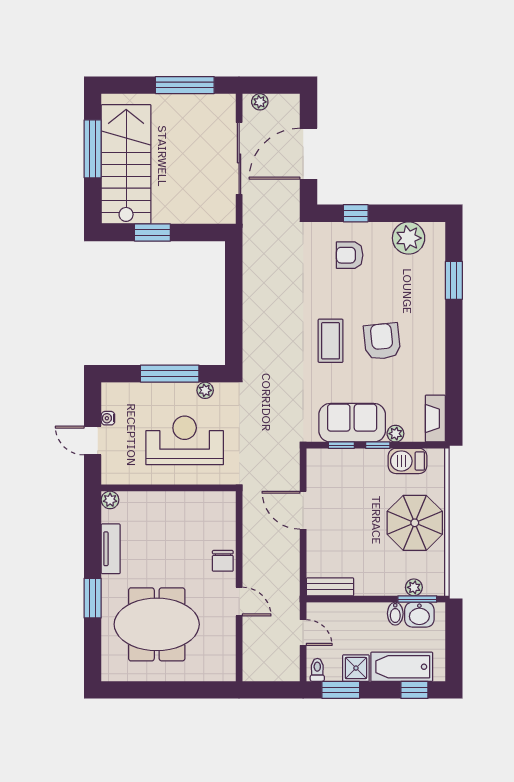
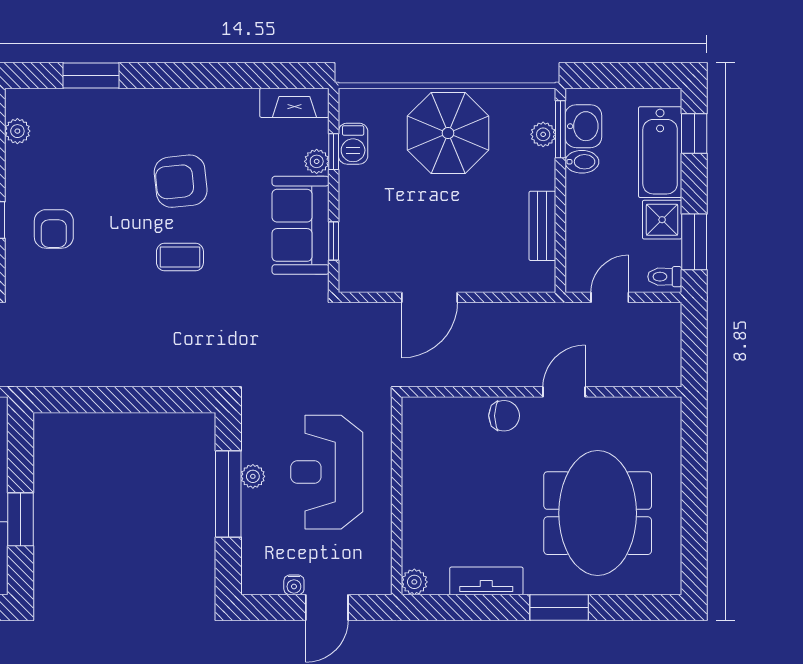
plant: (409, 238) -> (17, 131), width x0.53, depth x0.53
coffee table: (331, 341) -> (180, 257), width x0.73, depth x0.77
plant: (205, 390) -> (253, 476), moved
window: (378, 445) -> (334, 152), moved
barbecue: (408, 461) -> (353, 144), width x0.73, depth x0.79
bench: (330, 587) -> (542, 226), moved

